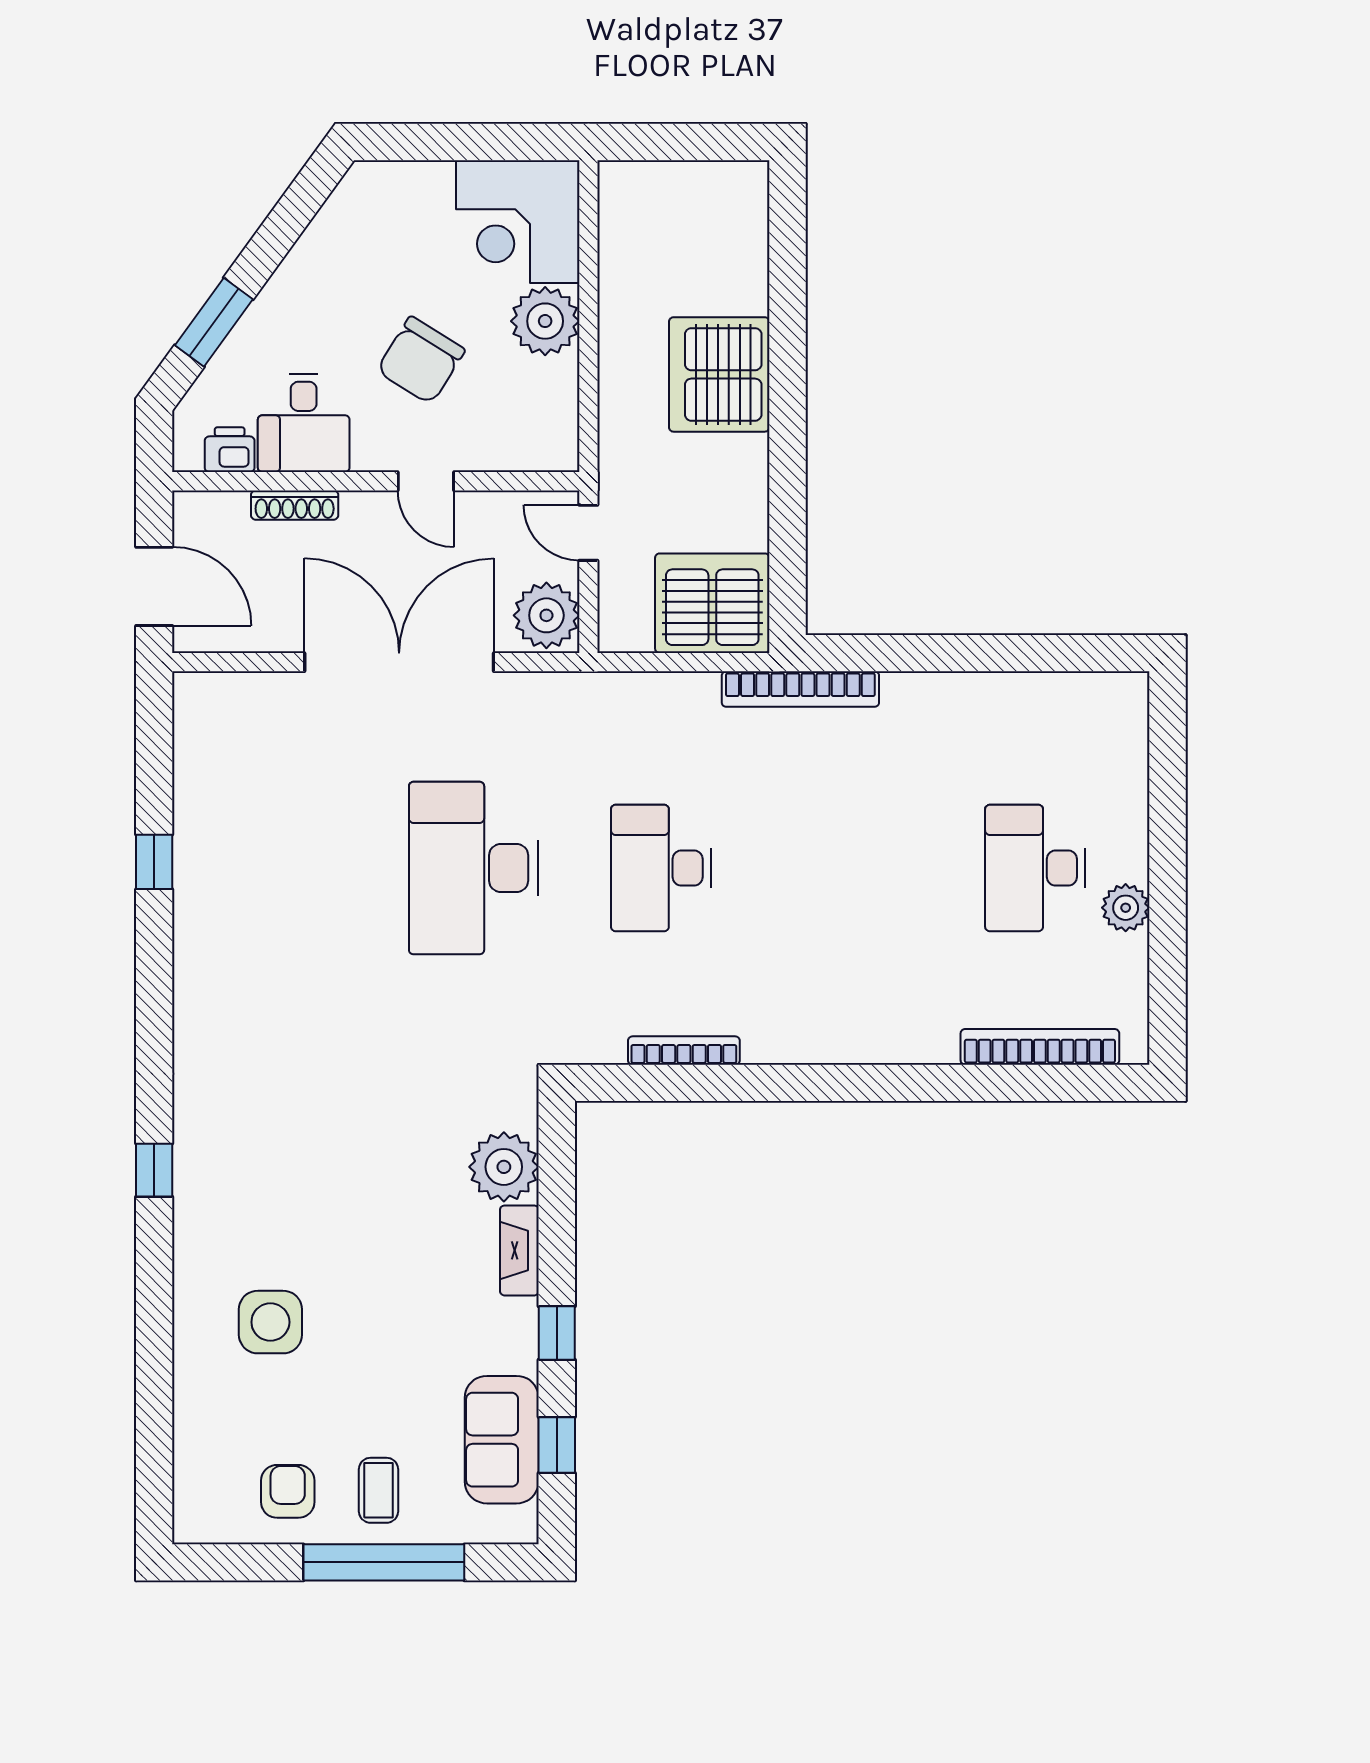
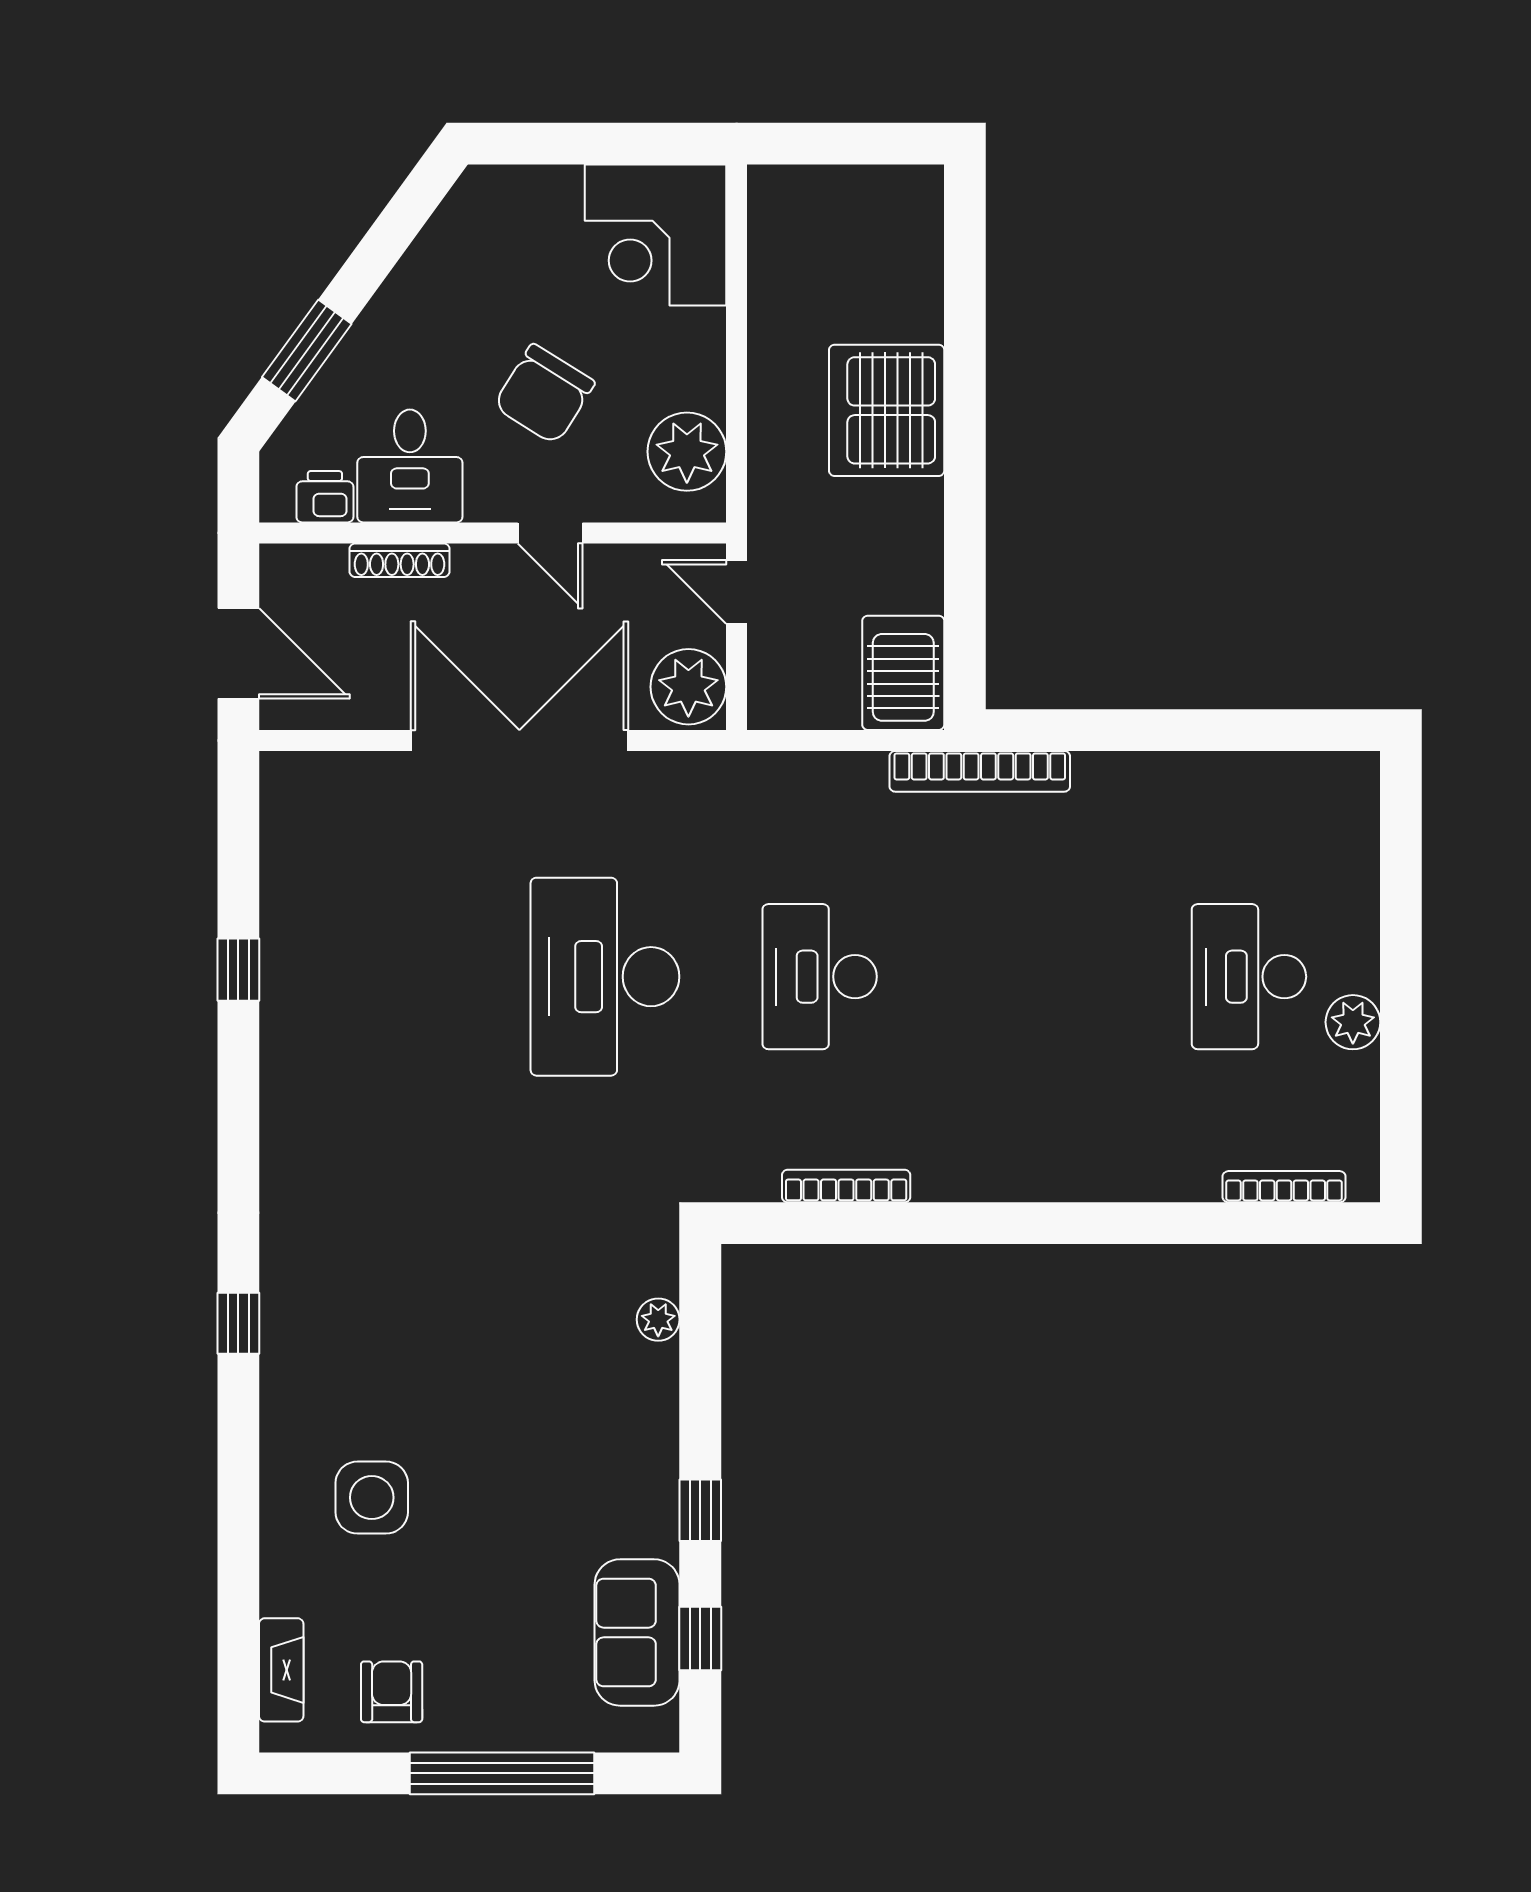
plant: (545, 321) -> (687, 452), moved
server rack: (712, 603) -> (903, 673), width x0.62
bookcase: (1040, 1047) -> (1284, 1187), width x0.68, depth x0.76
plant: (504, 1167) -> (658, 1320), width x0.53, depth x0.53
fireplace: (519, 1250) -> (281, 1670), moved, turned 180
coffee table: (378, 1490) -> (496, 1691), removed

